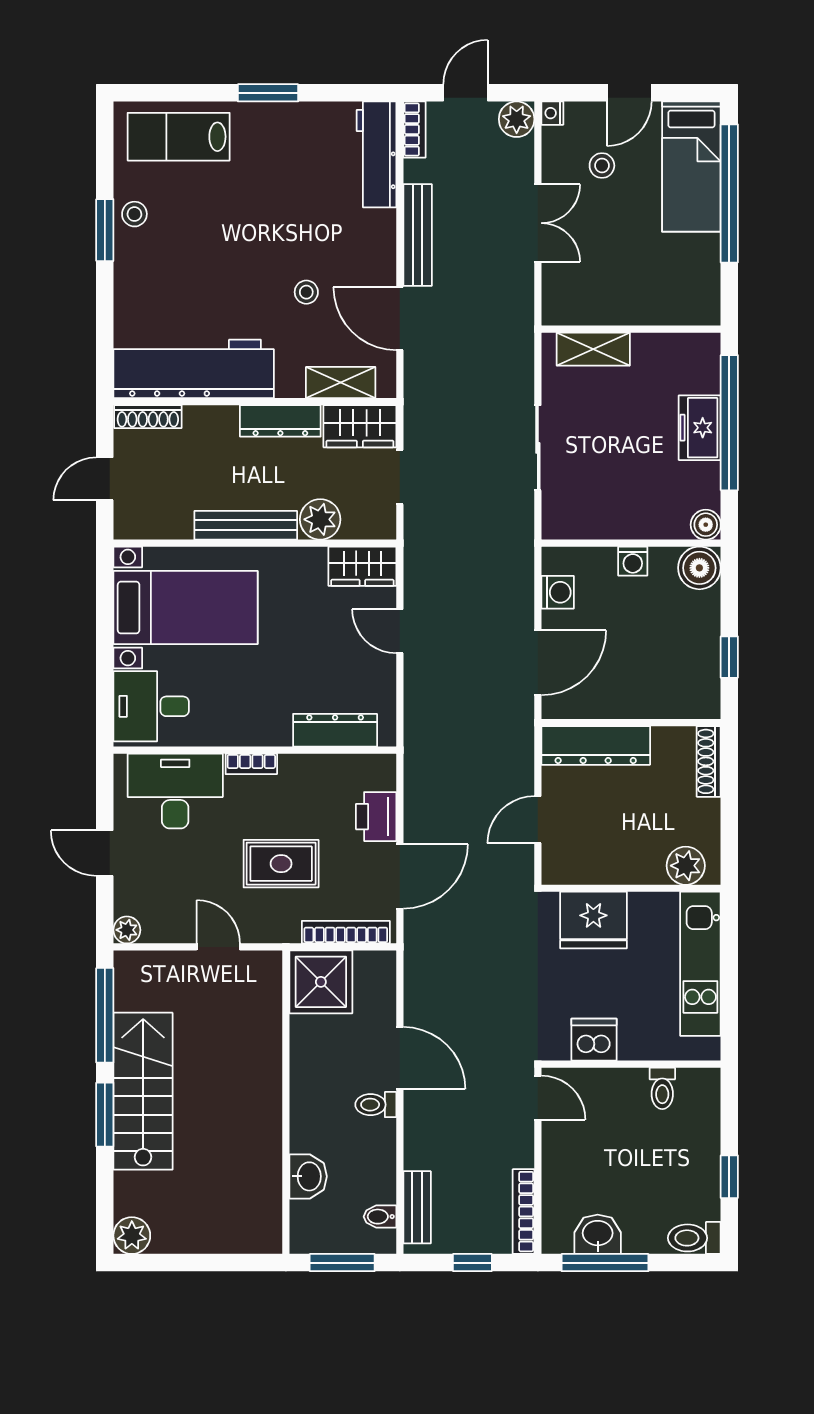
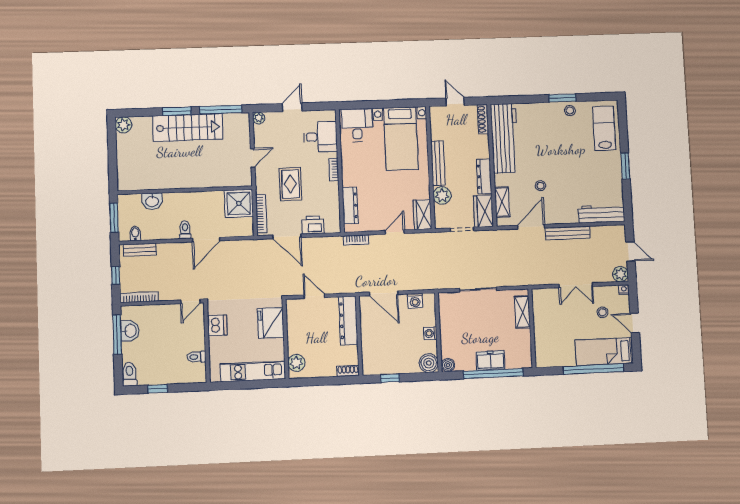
bookcase: (414, 129) -> (356, 240), moved
shoe rack: (709, 761) -> (348, 371), width x0.70
desk: (175, 791) -> (321, 137), width x0.73

